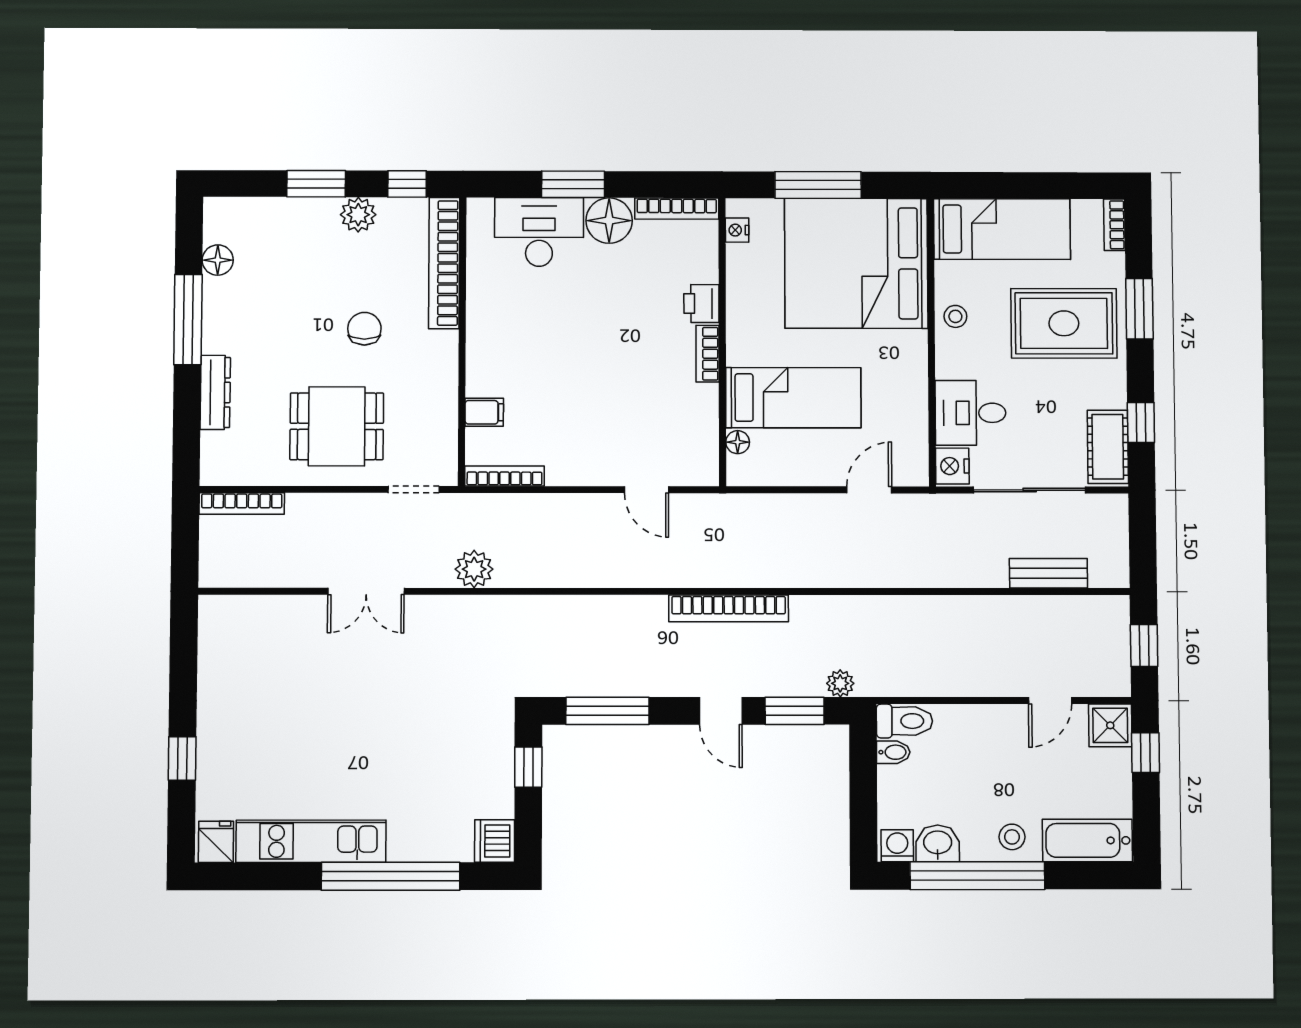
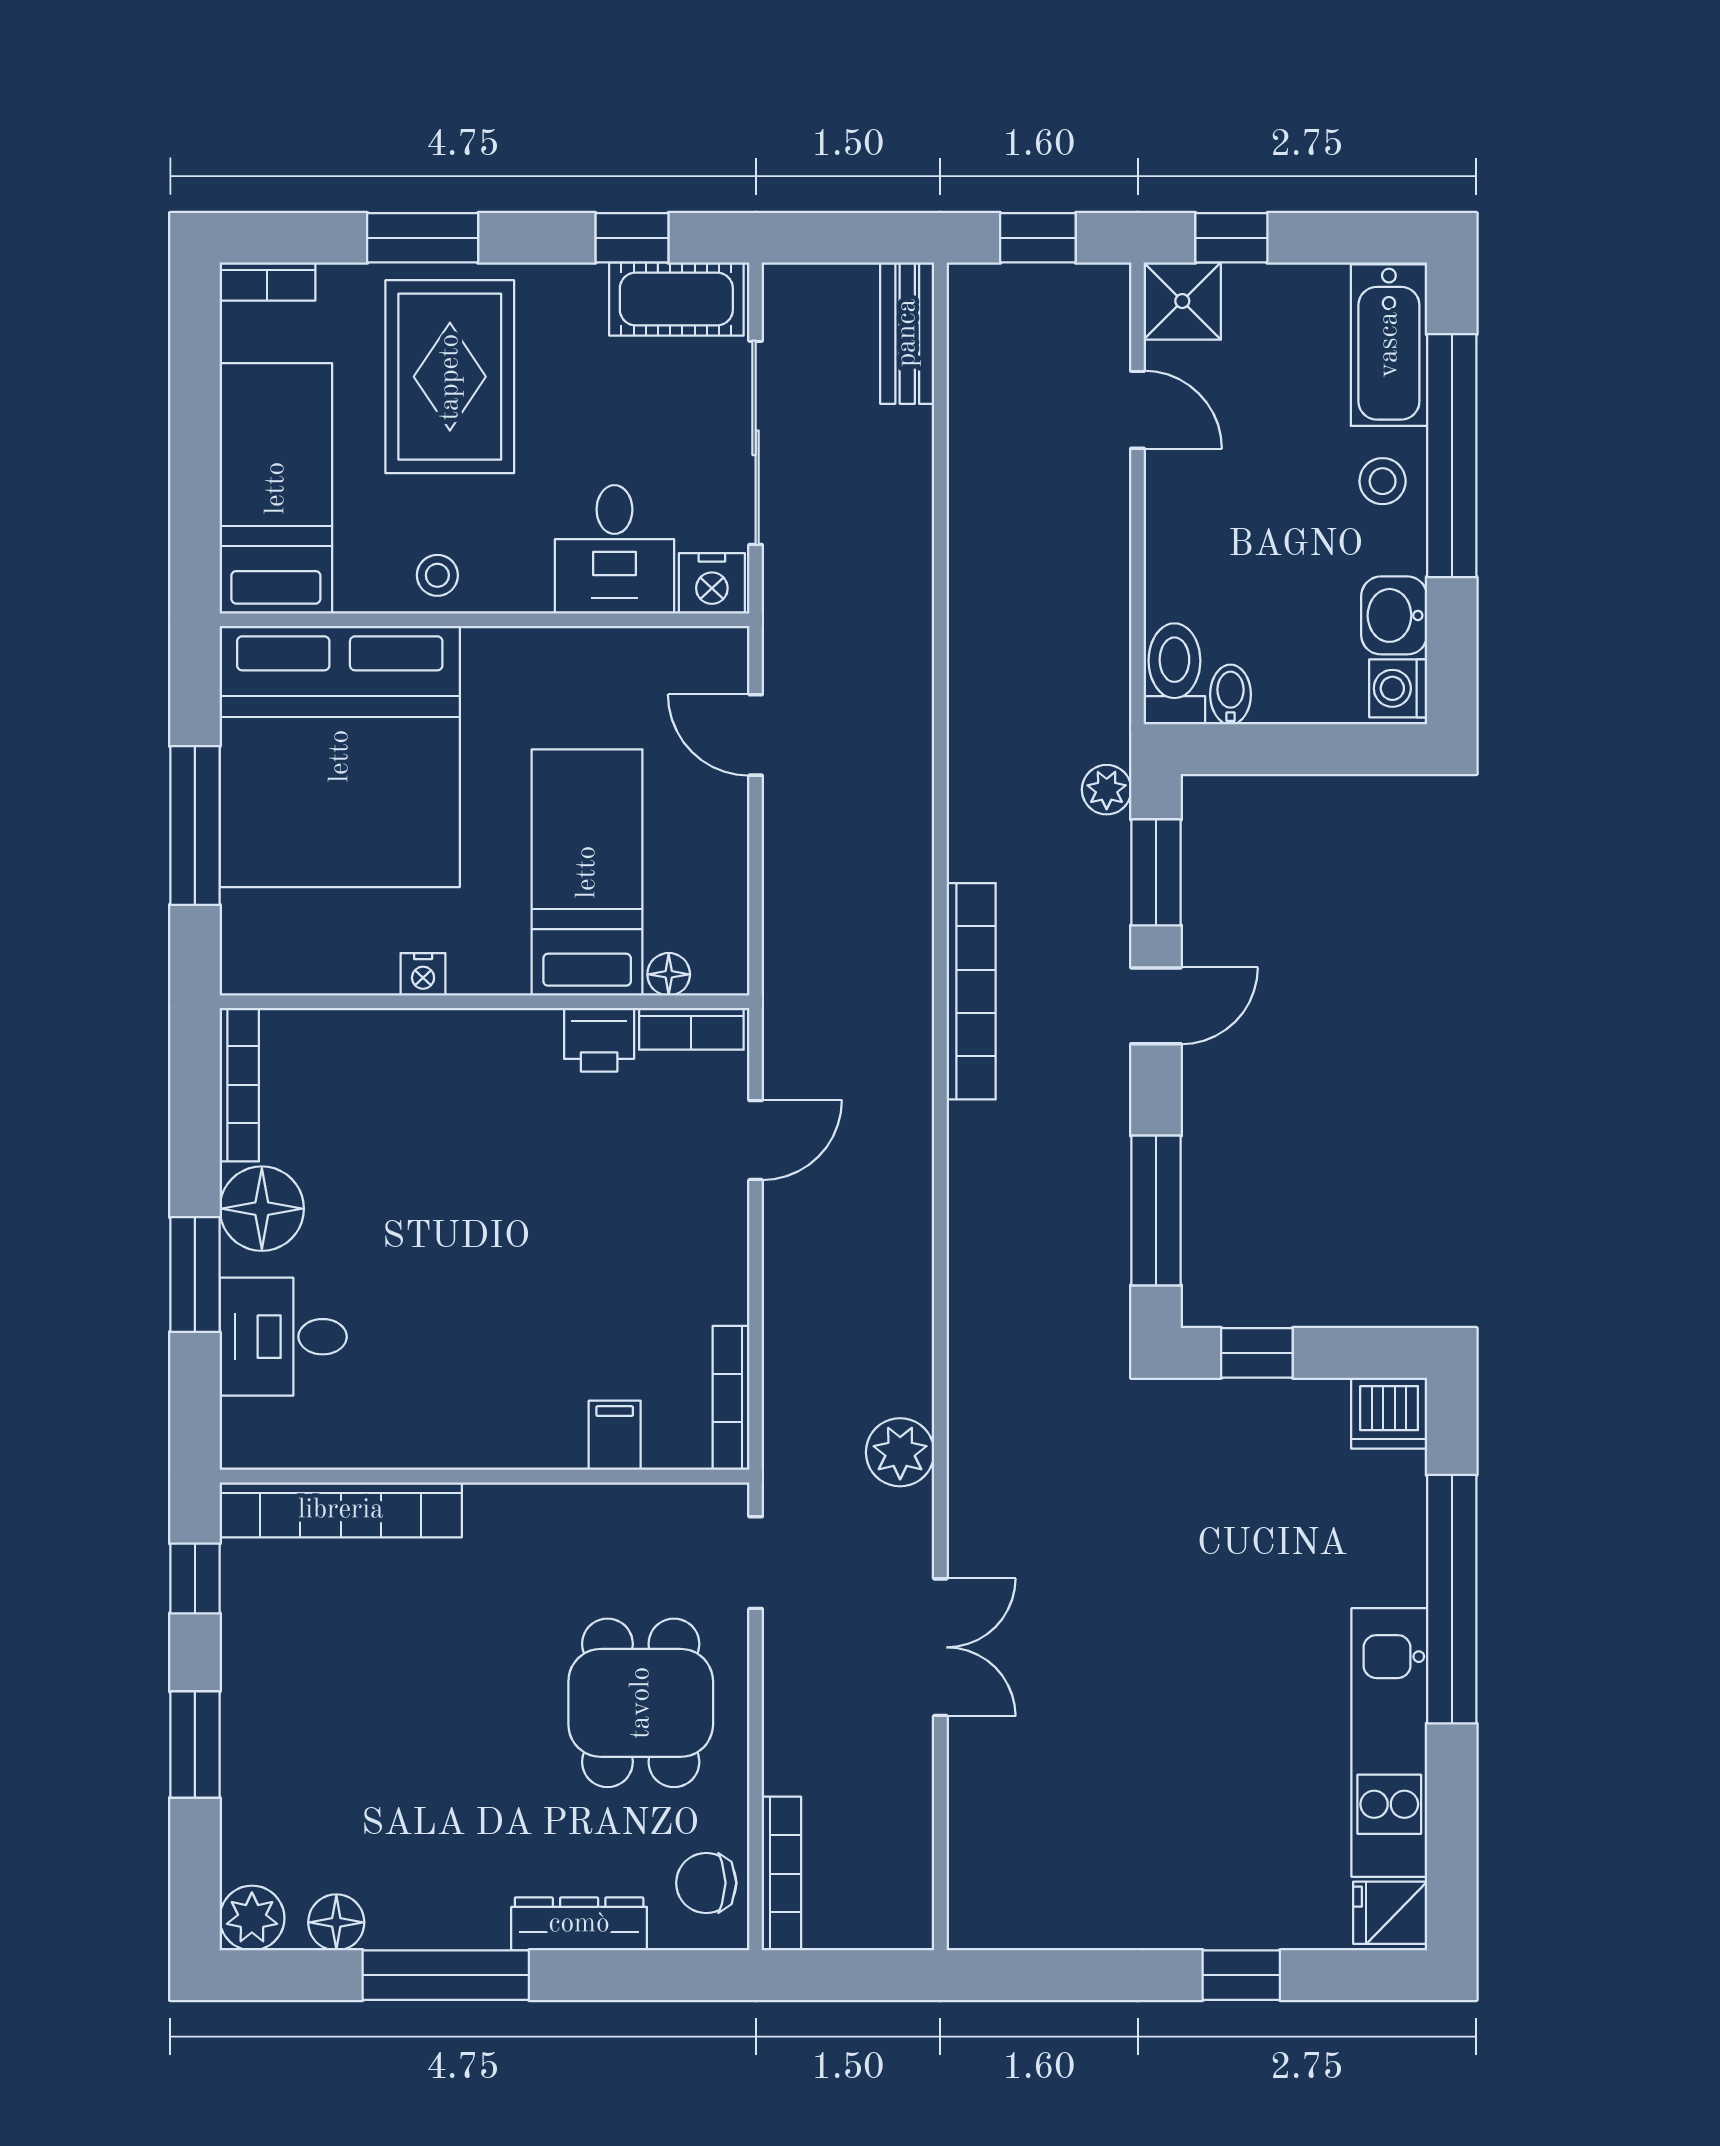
plant: (358, 215) -> (252, 1918), moved
nightstand: (737, 230) -> (423, 974), moved
desk: (539, 232) -> (283, 1337), width x0.73
printer: (701, 304) -> (599, 1040), moved
chair: (364, 329) -> (706, 1883), moved
bookcase: (708, 354) -> (691, 1029), moved
bench: (1048, 573) -> (907, 333), moved
window: (977, 876) -> (1452, 456), moved

